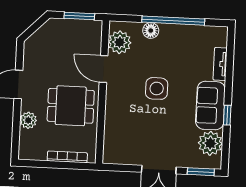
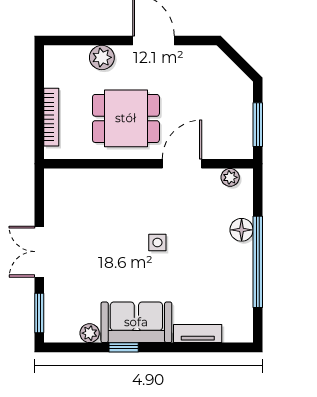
plant: (120, 42) -> (230, 177), width x0.53, depth x0.53
side table: (157, 88) -> (157, 243), width x0.54, depth x0.54
dining table: (71, 106) -> (126, 118), turned 90
plant: (210, 143) -> (90, 333), width x0.53, depth x0.53

